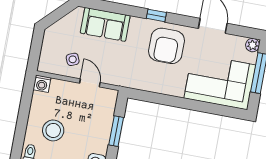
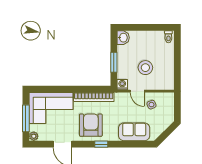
washing machine: (42, 84) -> (122, 85), moved
bookcase: (155, 86) -> (94, 97), added
stool: (53, 130) -> (145, 68), moved

